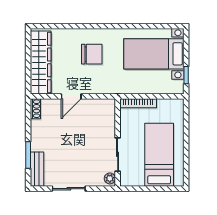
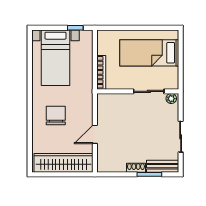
door: (71, 96) -> (95, 134), swing flipped
shoe rack: (35, 109) -> (136, 168), moved

